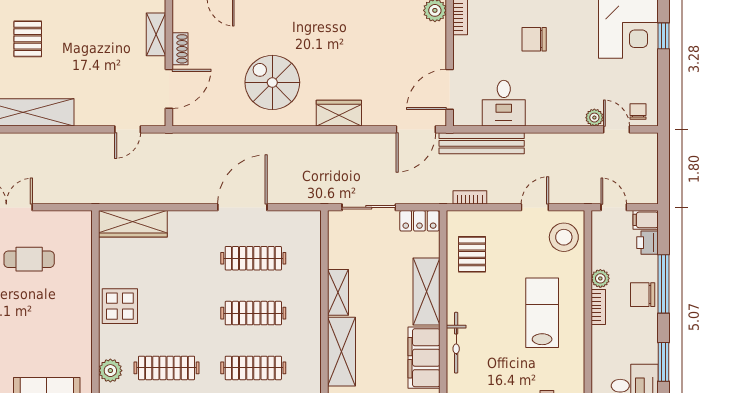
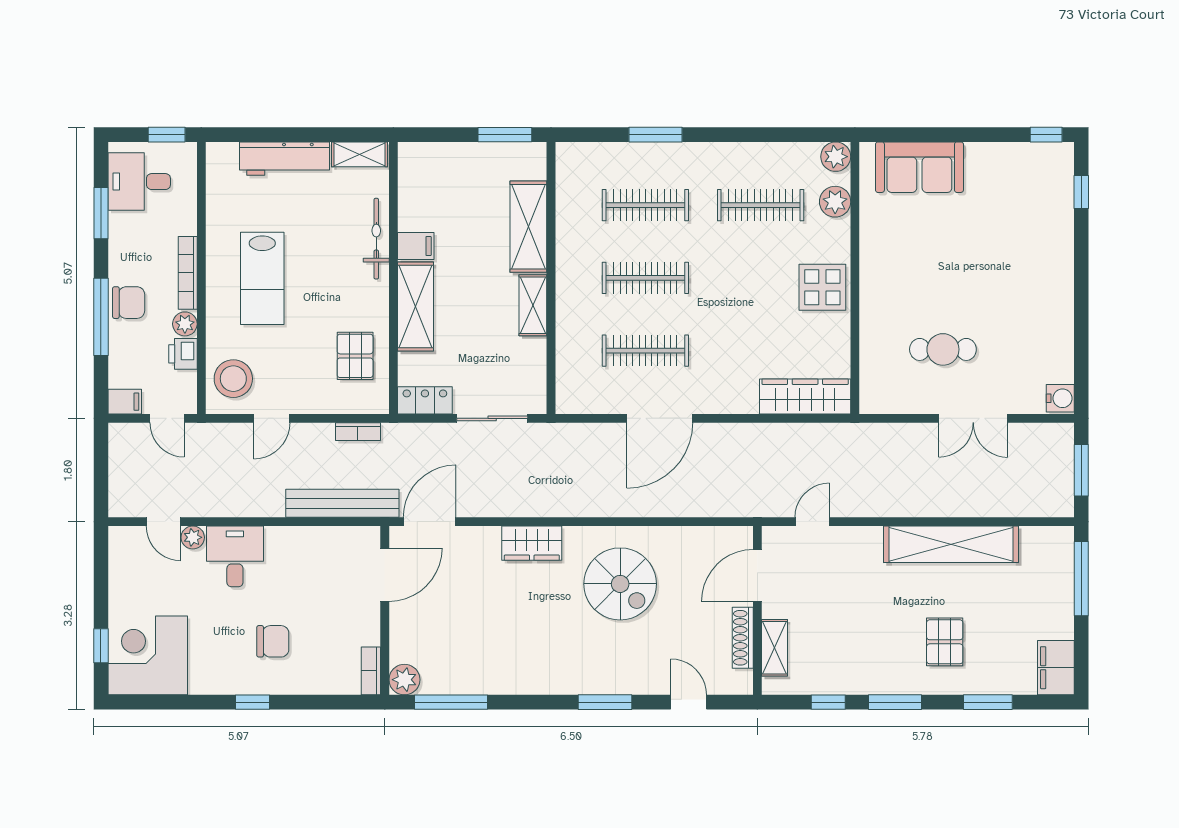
shoe rack: (180, 49) -> (743, 638), width x1.43
desk: (504, 103) -> (235, 556), moved
chair: (638, 112) -> (135, 545), removed
printer: (648, 243) -> (183, 354), moved, turned 180
bookcase: (598, 307) -> (188, 273), width x1.56
filing cabinet: (424, 358) -> (416, 246), width x0.33, depth x0.86

